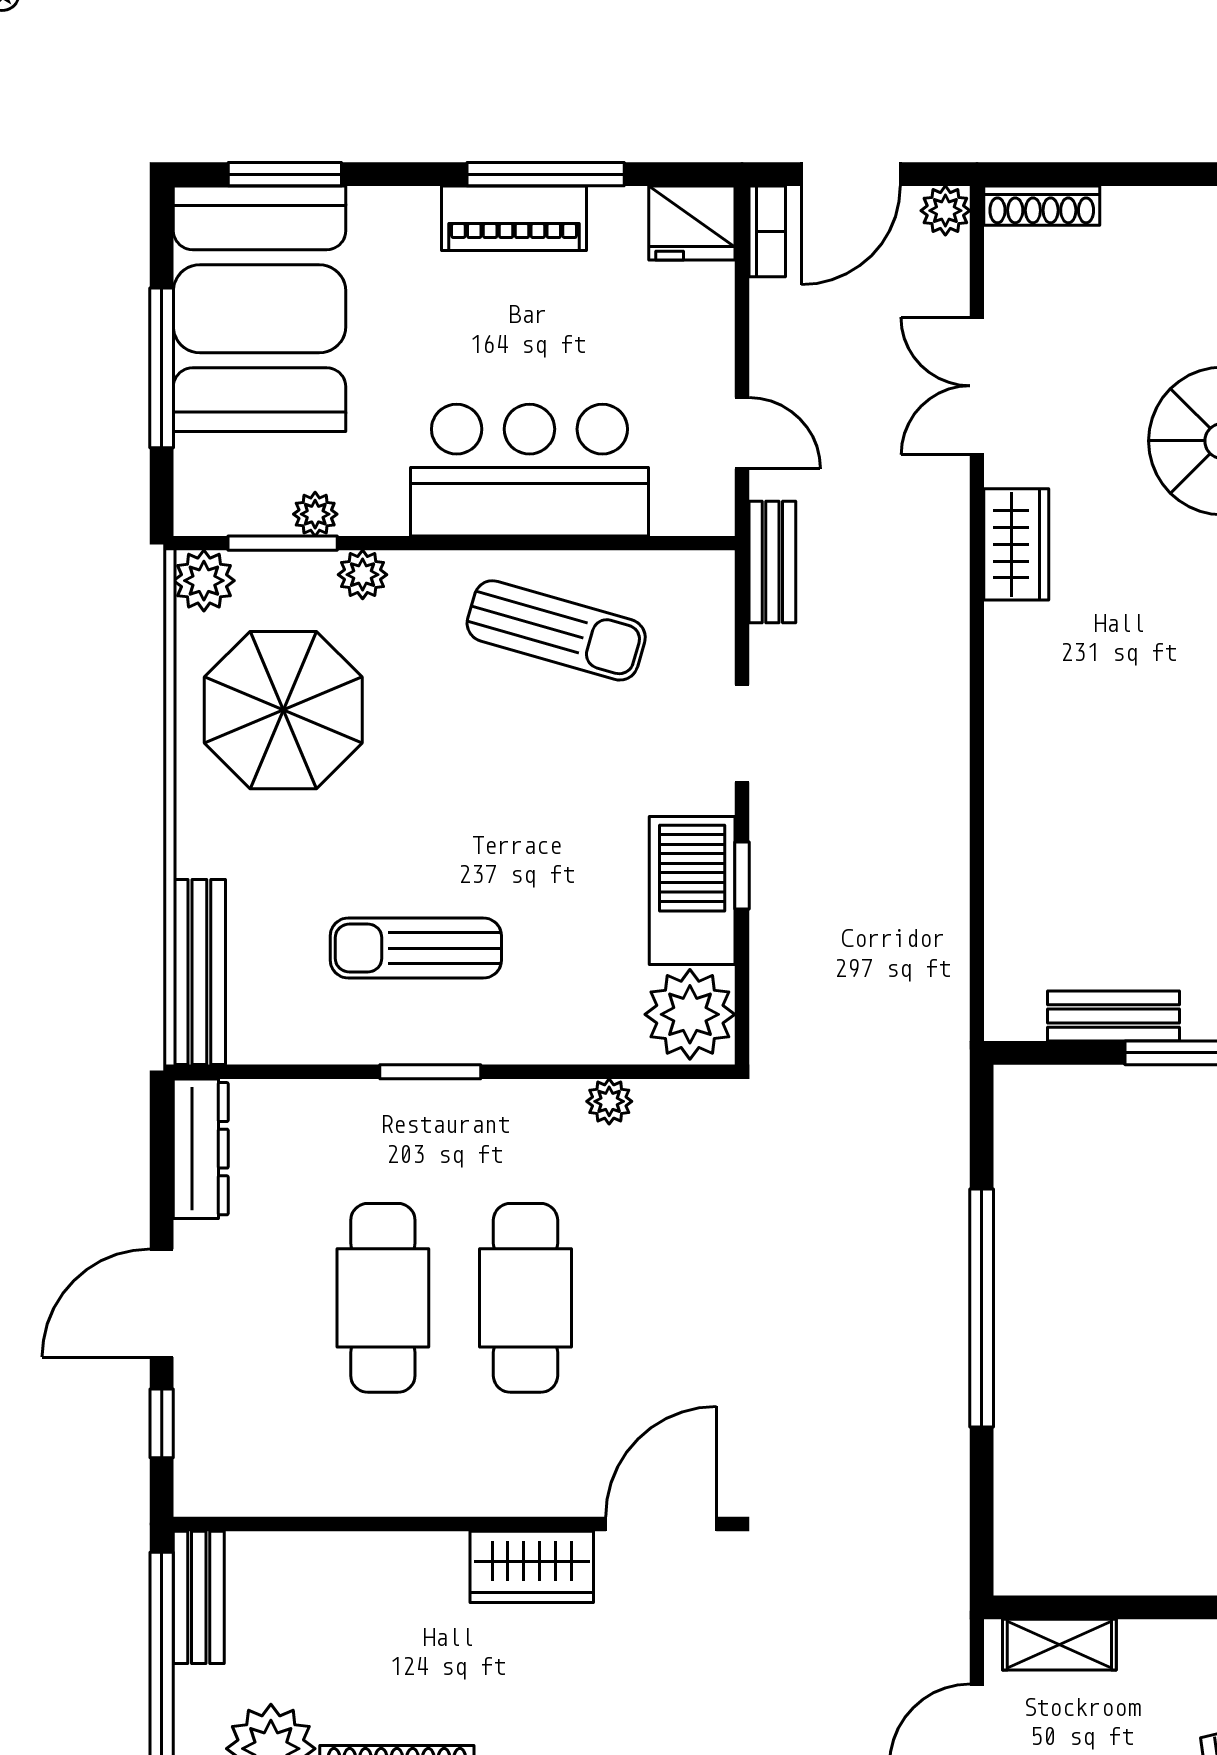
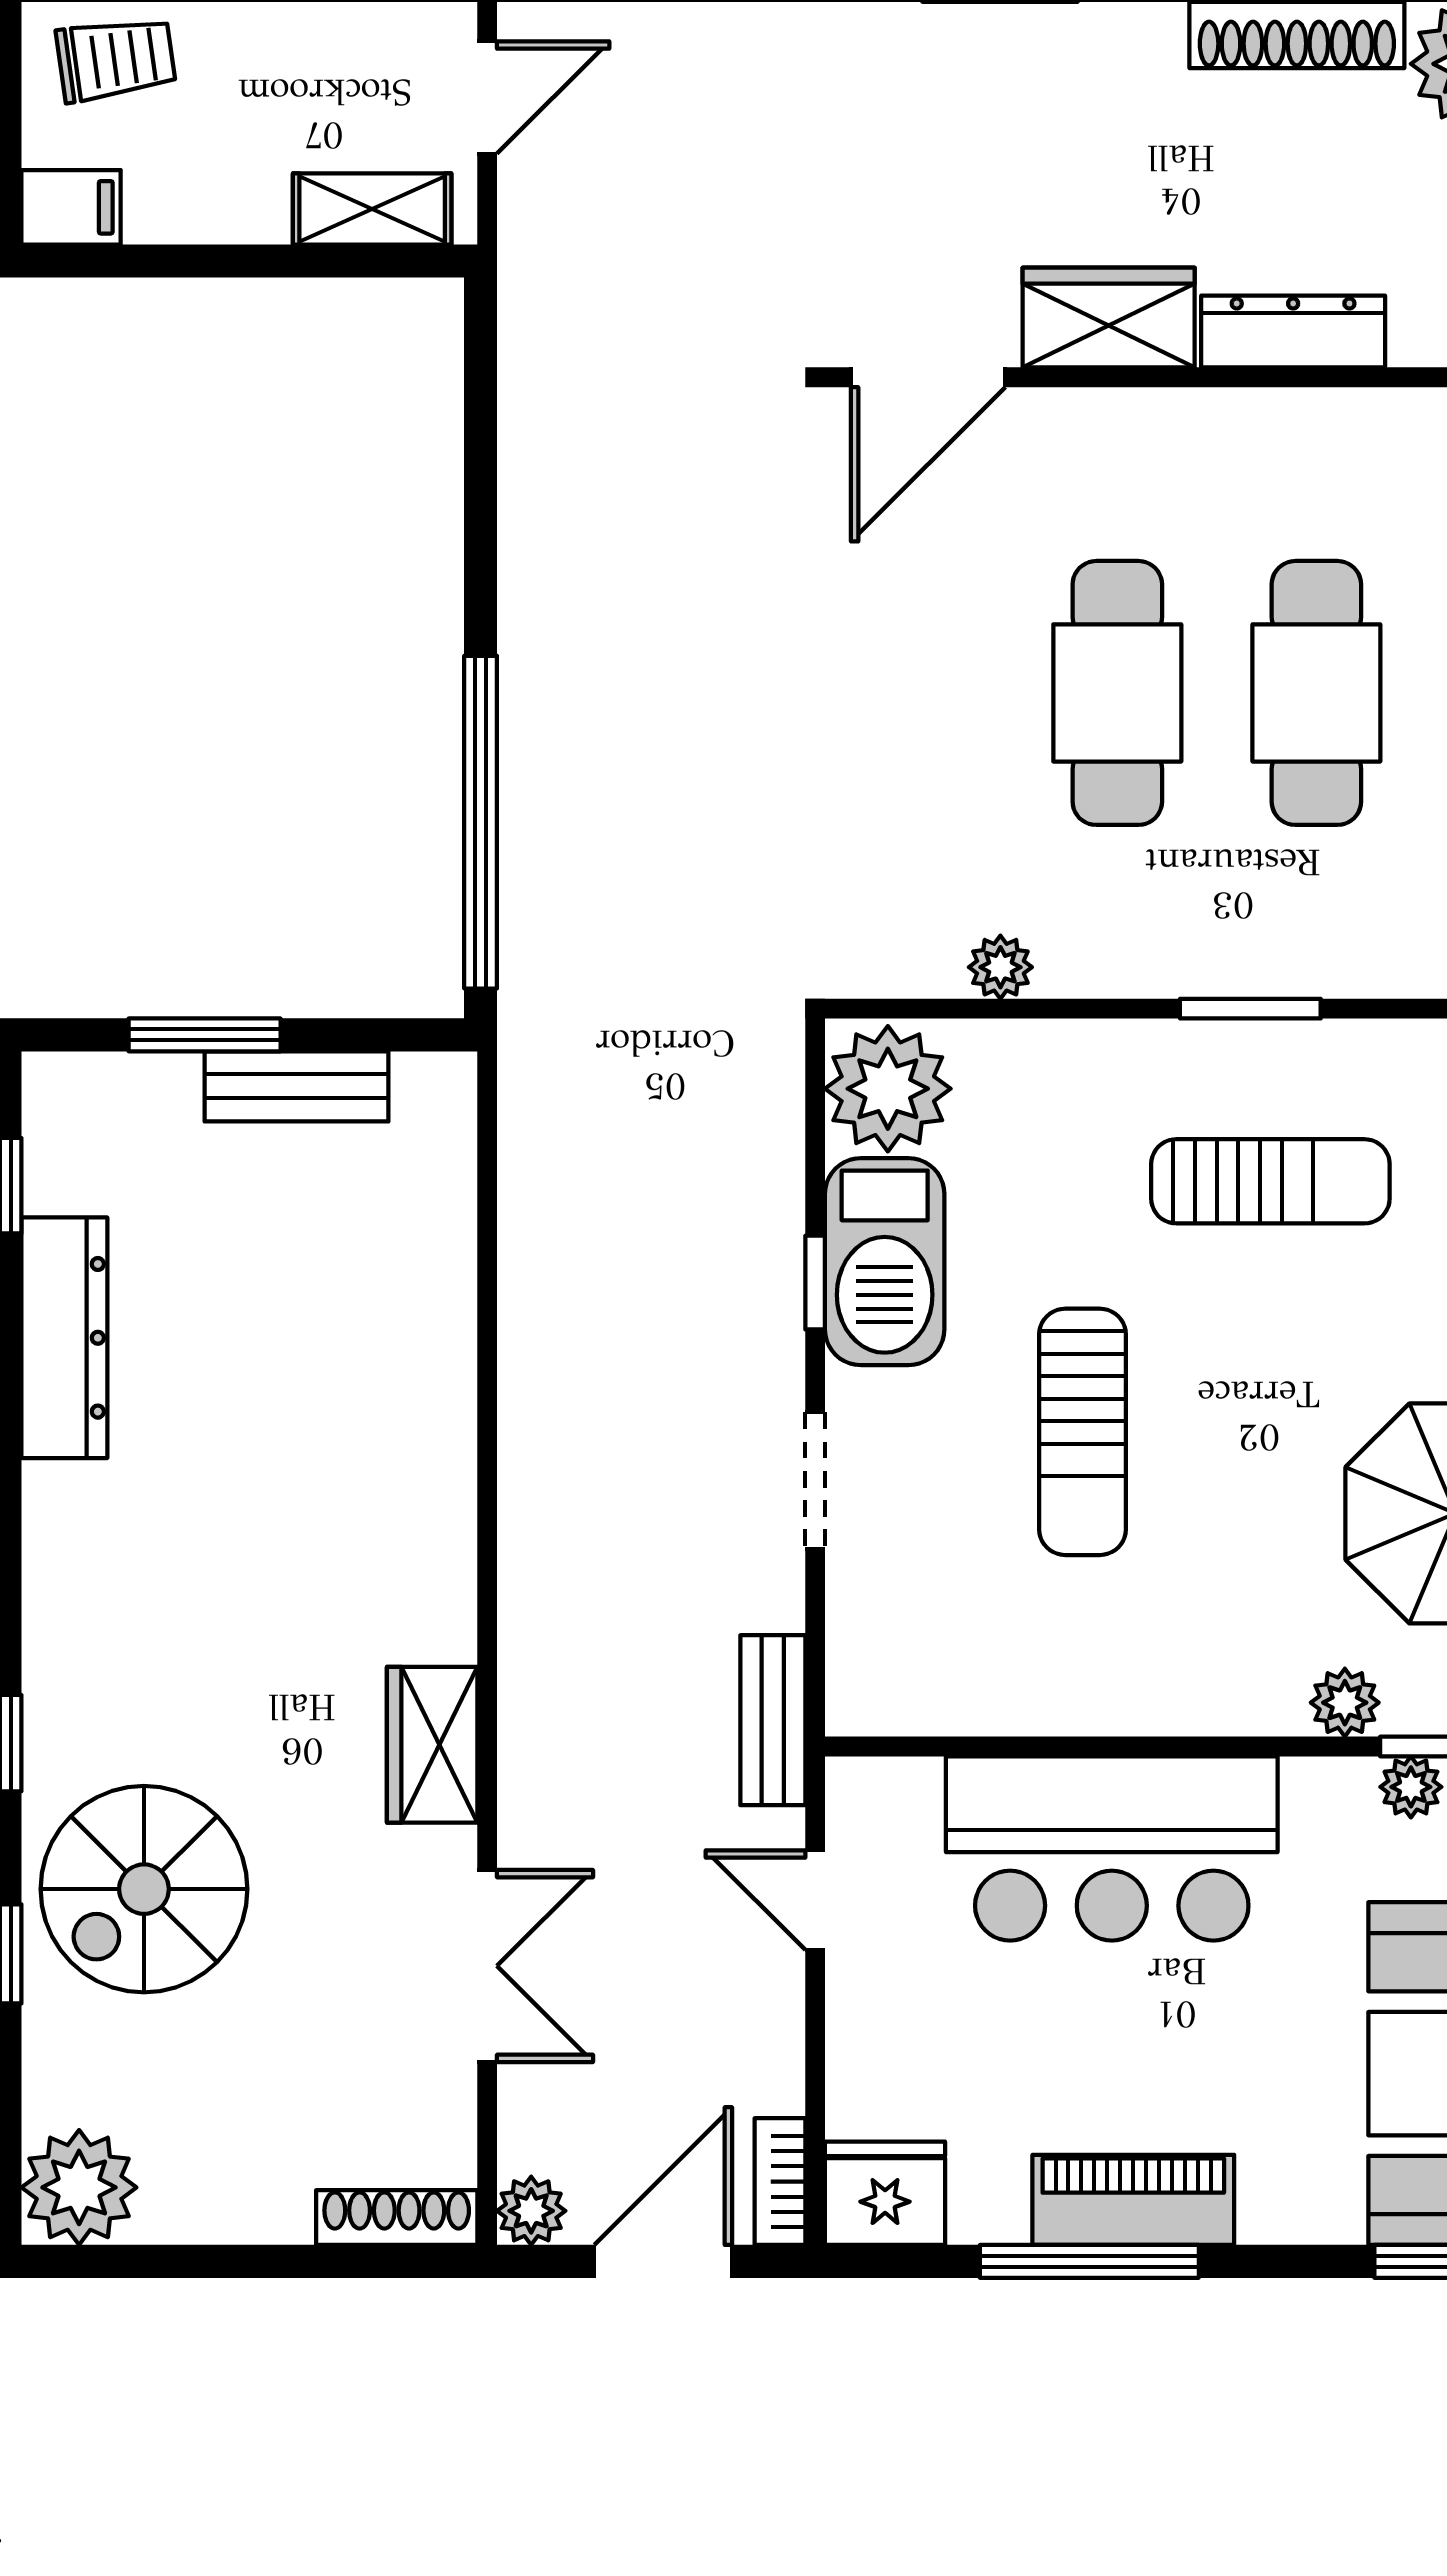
sun lounger: (556, 630) -> (1083, 1432), moved, turned -106
window: (982, 1308) -> (481, 822), moved
dresser: (400, 1557) -> (1293, 332), added

